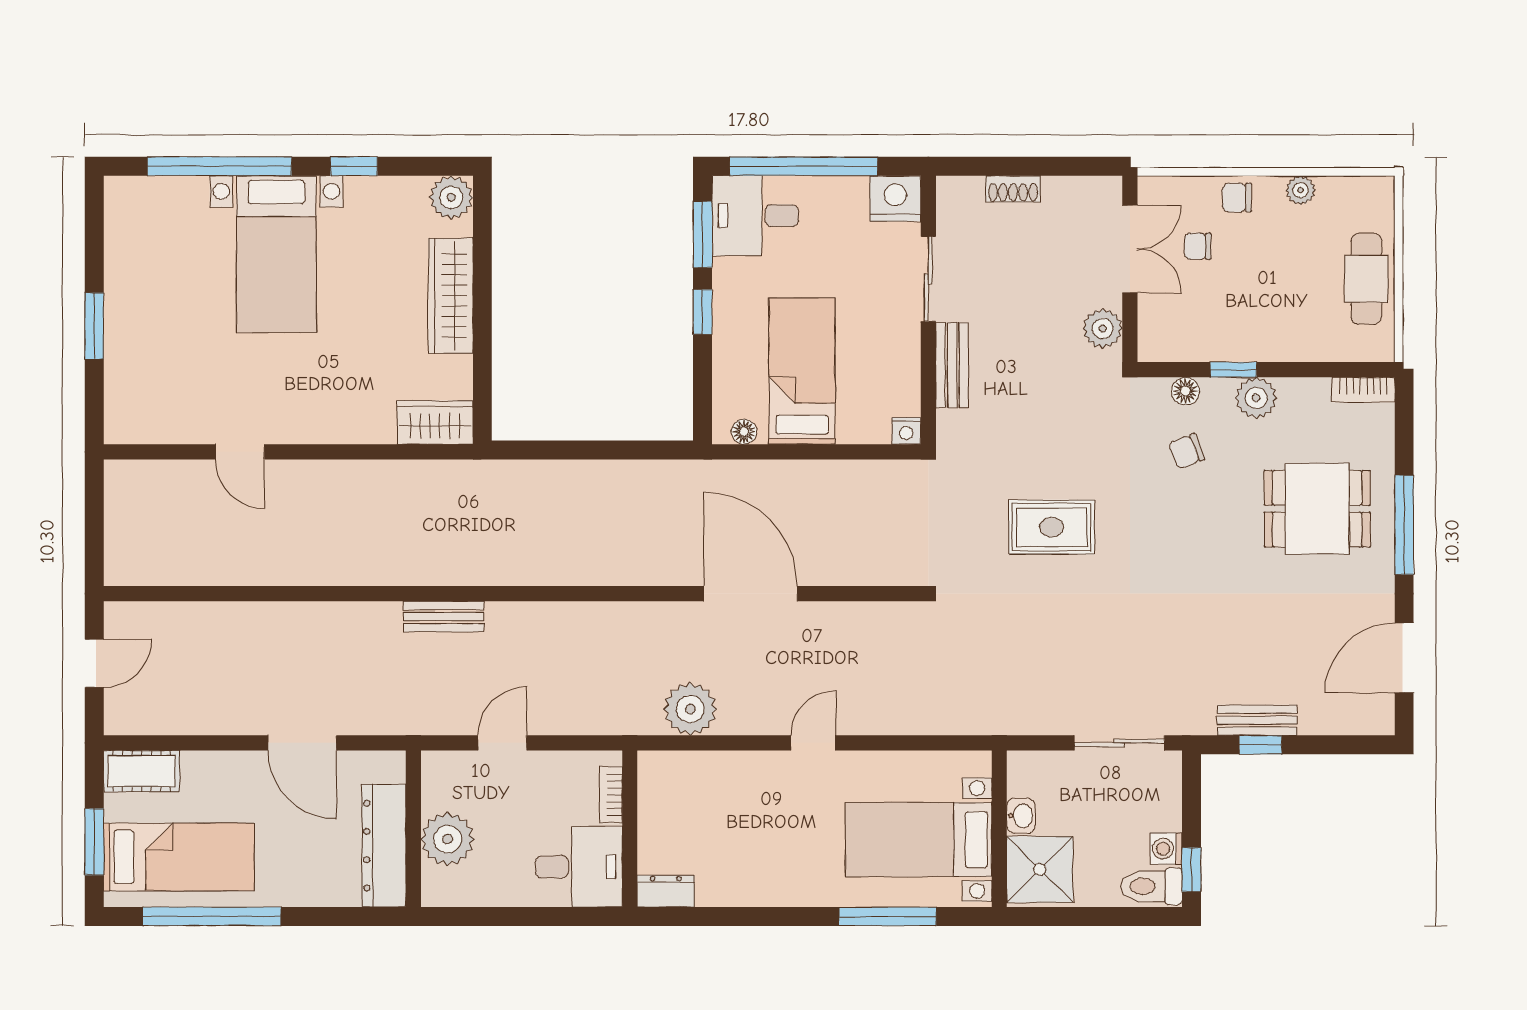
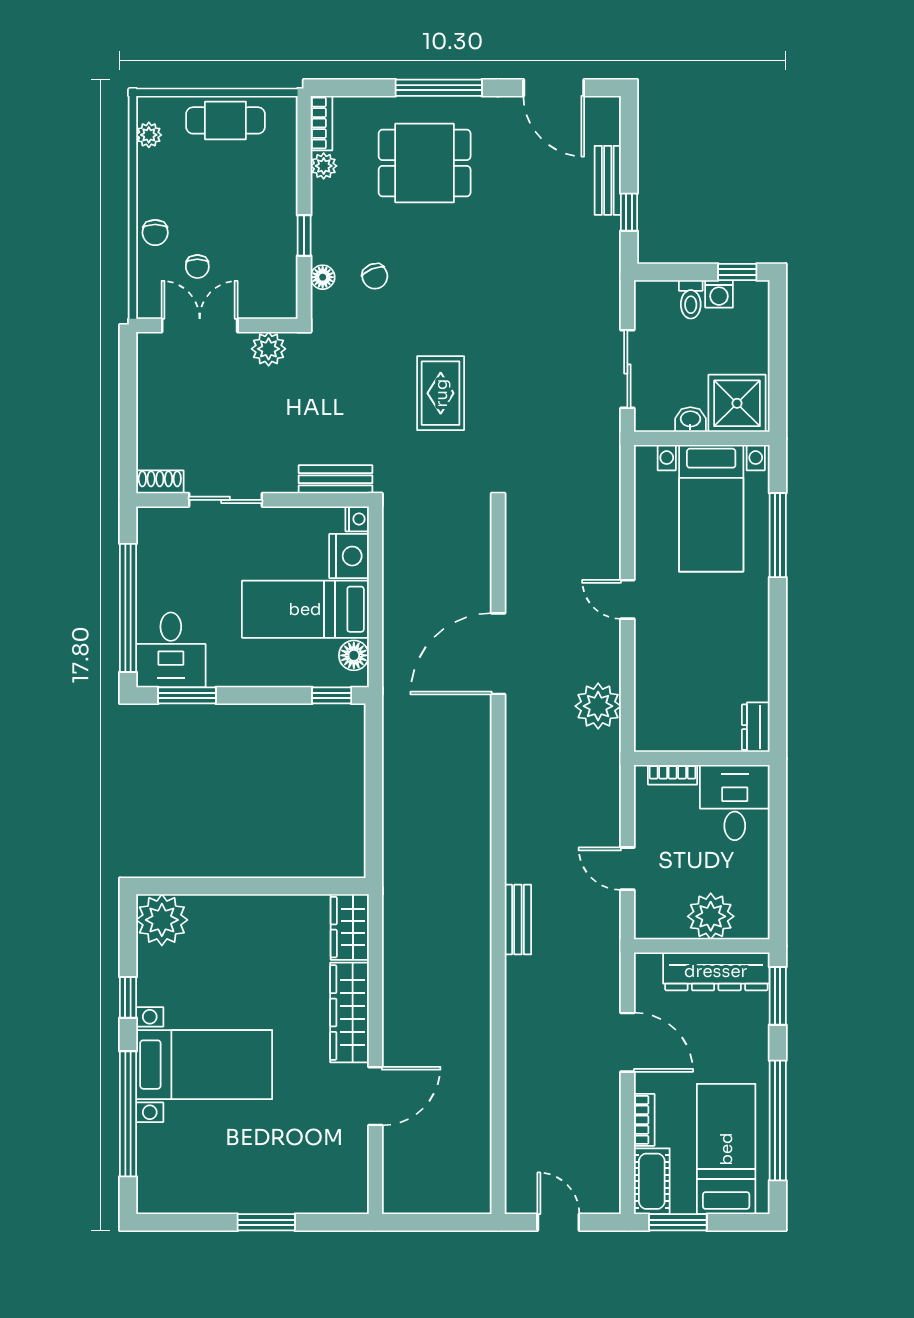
shoe rack: (1013, 189) -> (160, 482), moved, turned -90
plant: (1301, 190) -> (149, 135), moved
plant: (451, 197) -> (162, 920), width x1.36, depth x1.36
nightstand: (895, 198) -> (349, 556), moved, turned 180
wardrobe: (451, 296) -> (350, 1013), moved, turned 90
window: (703, 312) -> (332, 695), moved
bench: (952, 365) -> (335, 479), moved
plant: (1256, 398) -> (324, 166), moved, width x0.73, depth x0.73
floor lamp: (744, 432) -> (354, 655), width x1.37, depth x1.37
door: (240, 452) -> (375, 1096), width x1.38
dining table: (1317, 509) -> (425, 163), turned 90
bench: (1257, 720) -> (608, 180), moved
door: (302, 743) -> (627, 1042), hinge flipped
sliding door: (1119, 743) -> (627, 369), moved
bookcase: (212, 762) -> (644, 1120), added
window: (94, 842) -> (678, 1222), moved
toilet: (1151, 886) -> (691, 299), moved, width x0.73, depth x0.72
window: (356, 916) -> (778, 996), added

